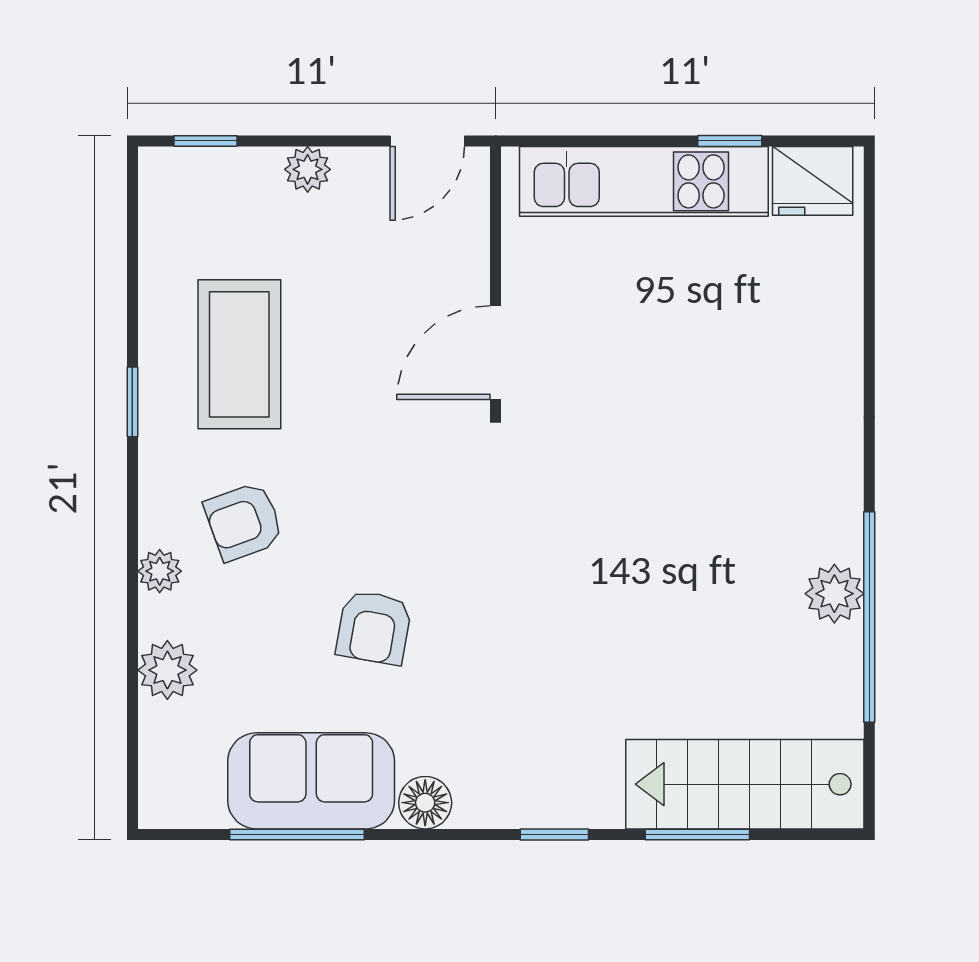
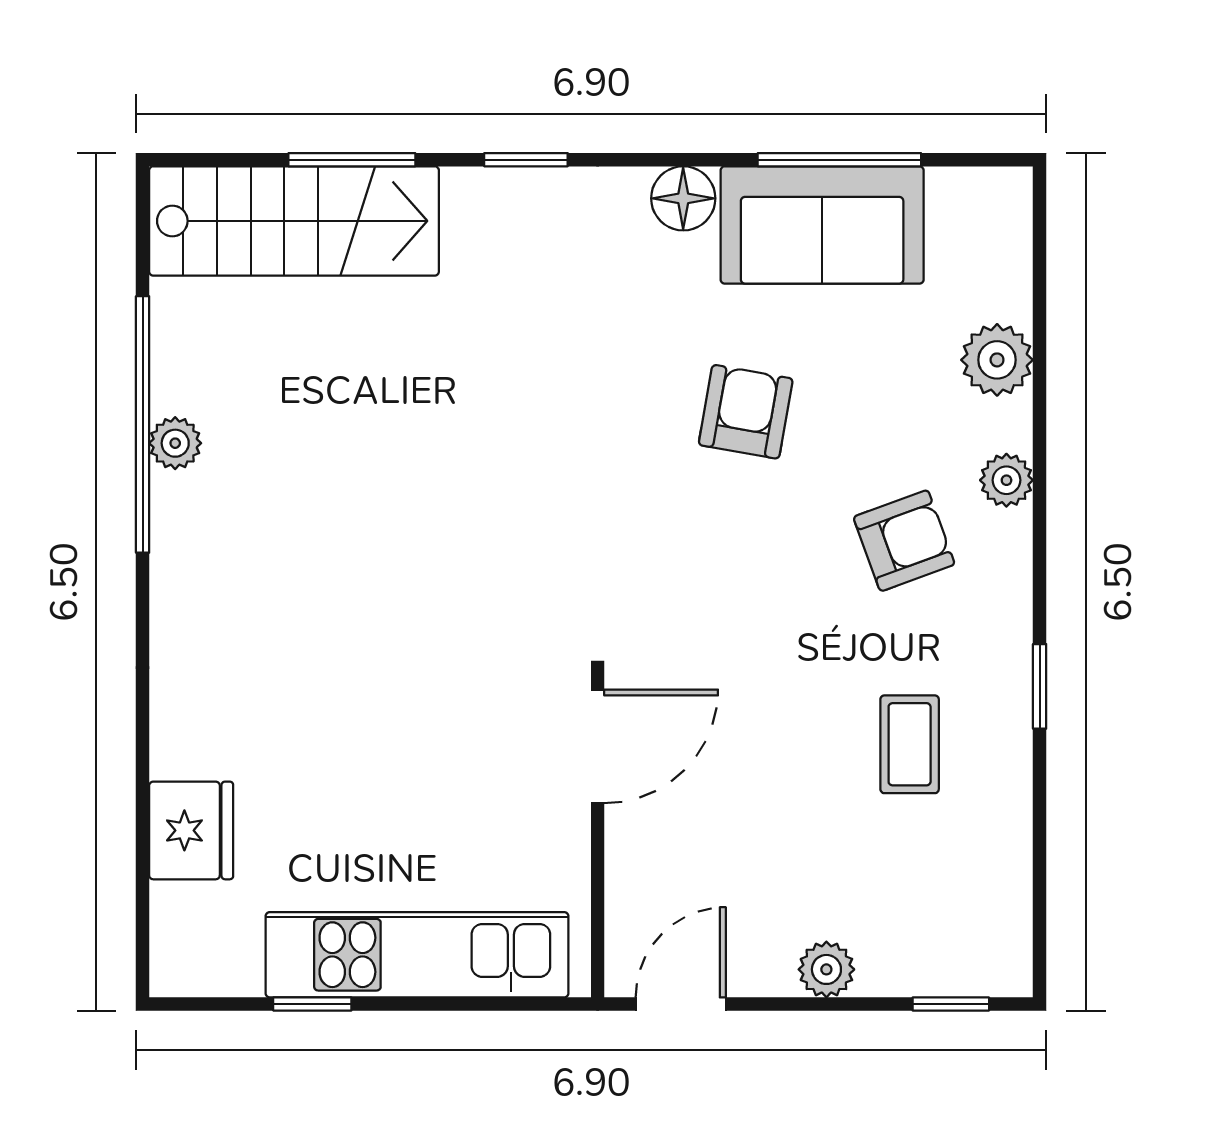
fridge: (813, 181) -> (191, 830), moved, turned 90
coffee table: (239, 354) -> (910, 744), width x0.54, depth x0.58
plant: (834, 594) -> (175, 443), width x0.73, depth x0.73

